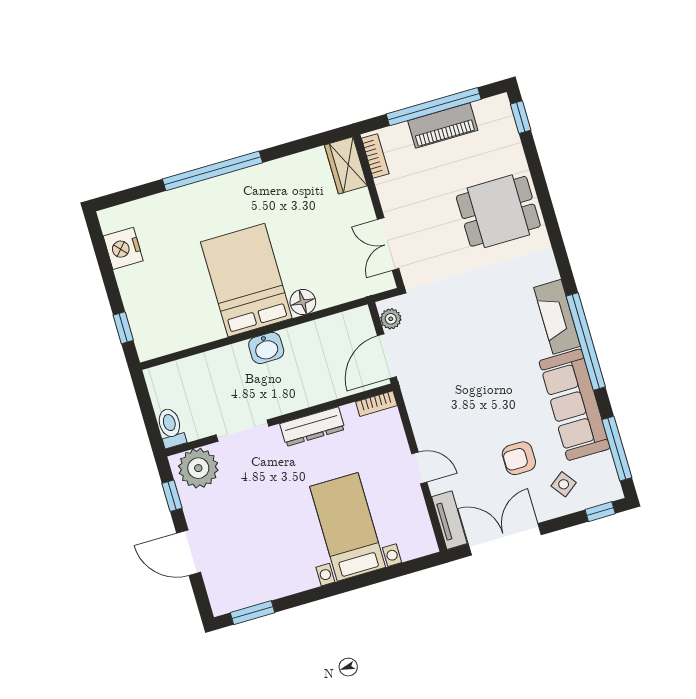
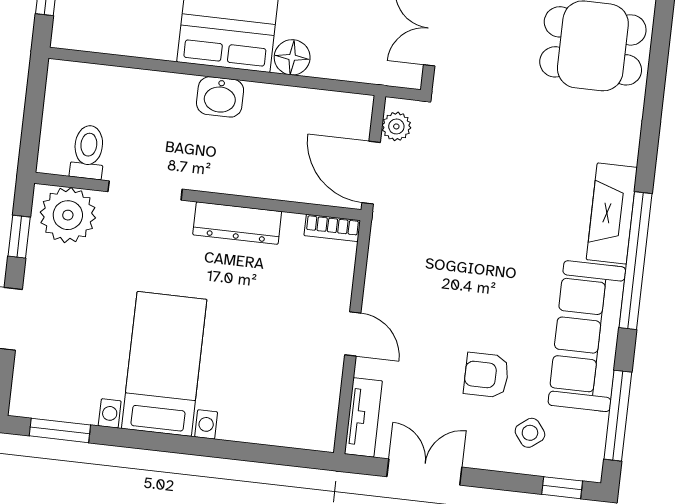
door: (387, 356) -> (371, 173), hinge flipped
toilet: (171, 428) -> (88, 152), moved
bed with nightstands: (348, 527) -> (164, 364), moved
double door: (505, 539) -> (424, 472), width x0.73

